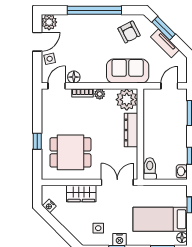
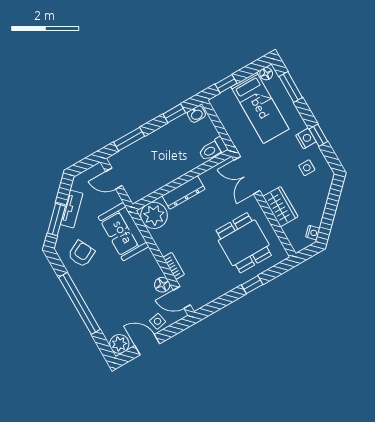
plant: (100, 94) -> (164, 247), removed

